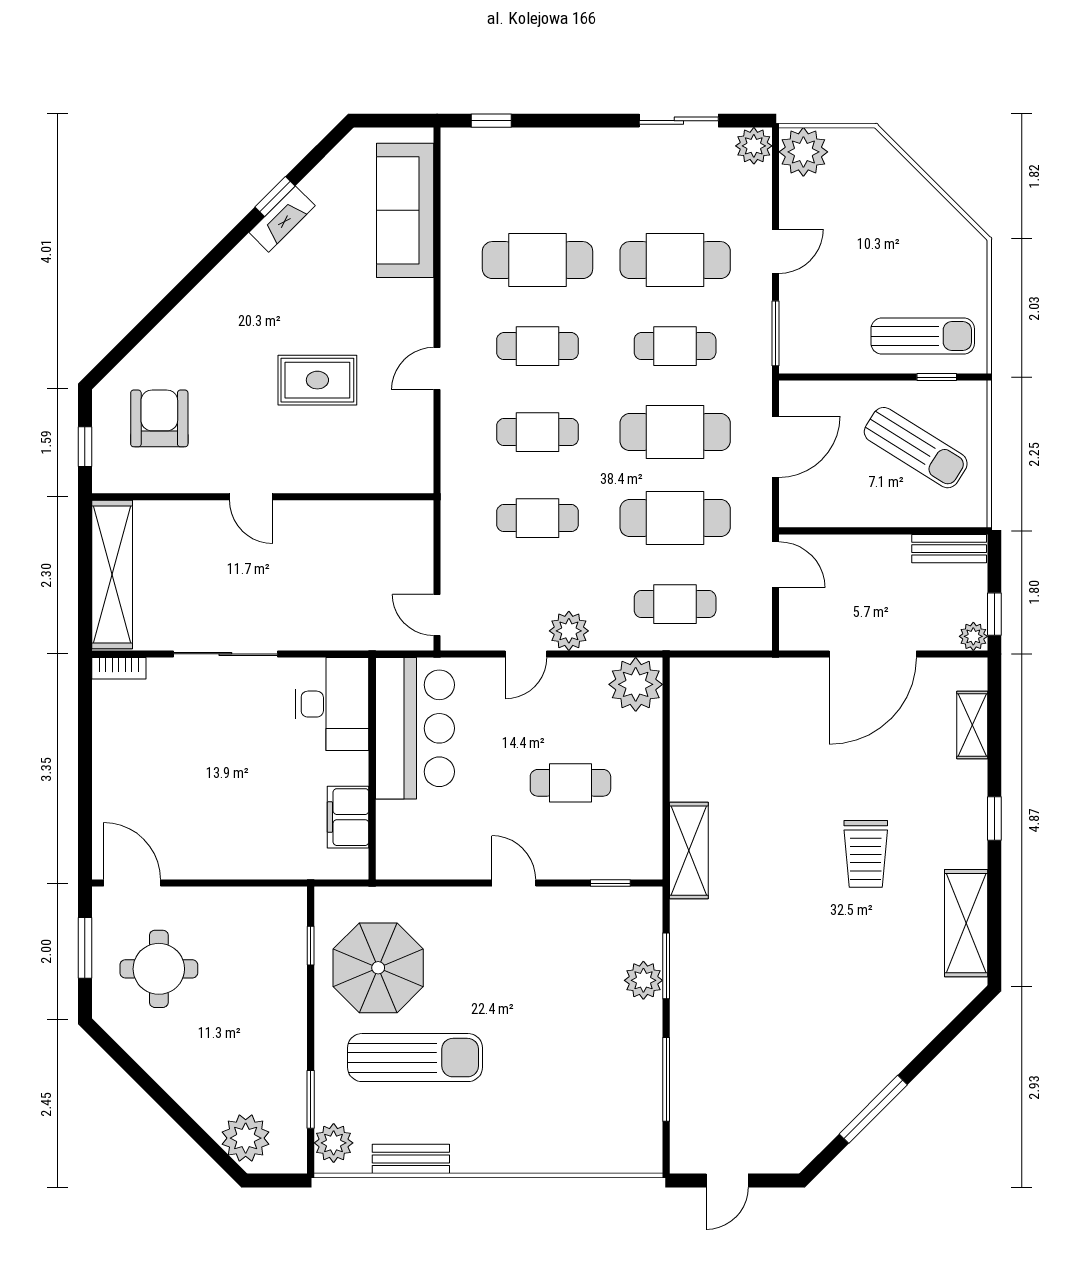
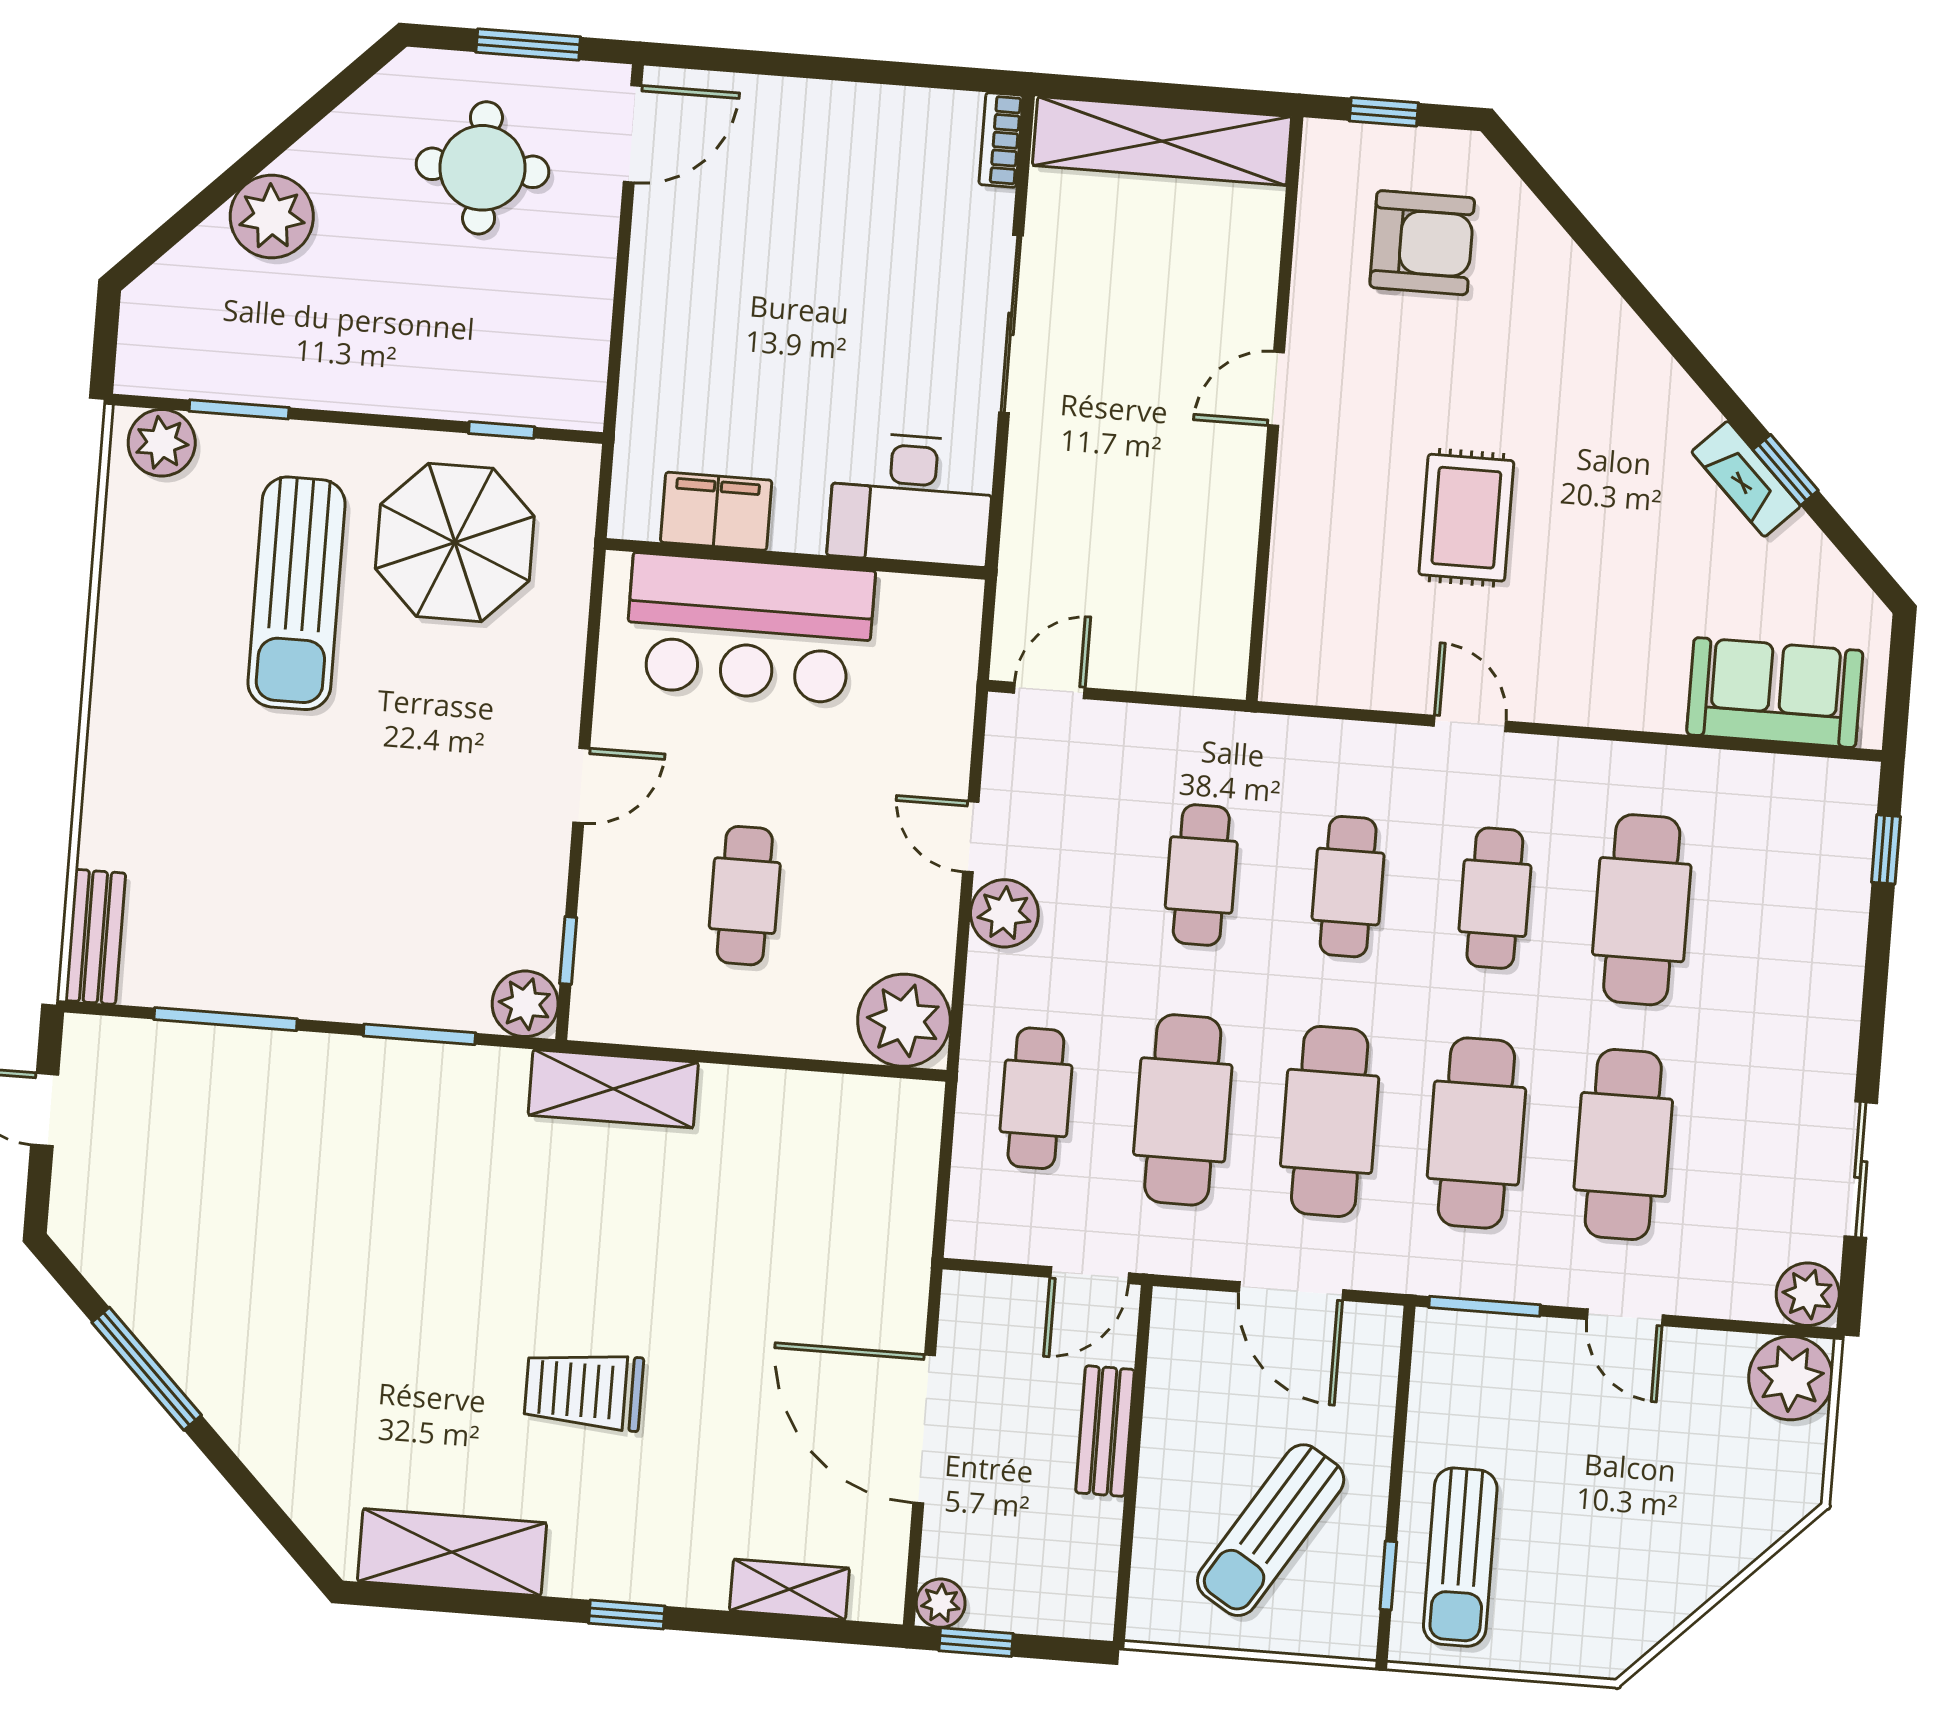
sofa: (405, 210) -> (1775, 693), width x0.73
cafe table: (675, 346) -> (1476, 1133), width x1.37, depth x1.35
bench: (949, 549) -> (1105, 1431), moved
bar counter: (415, 728) -> (749, 629), moved
plant: (643, 980) -> (525, 1004), moved
plant: (246, 1138) -> (272, 216), moved
bench: (411, 1159) -> (95, 937), moved

